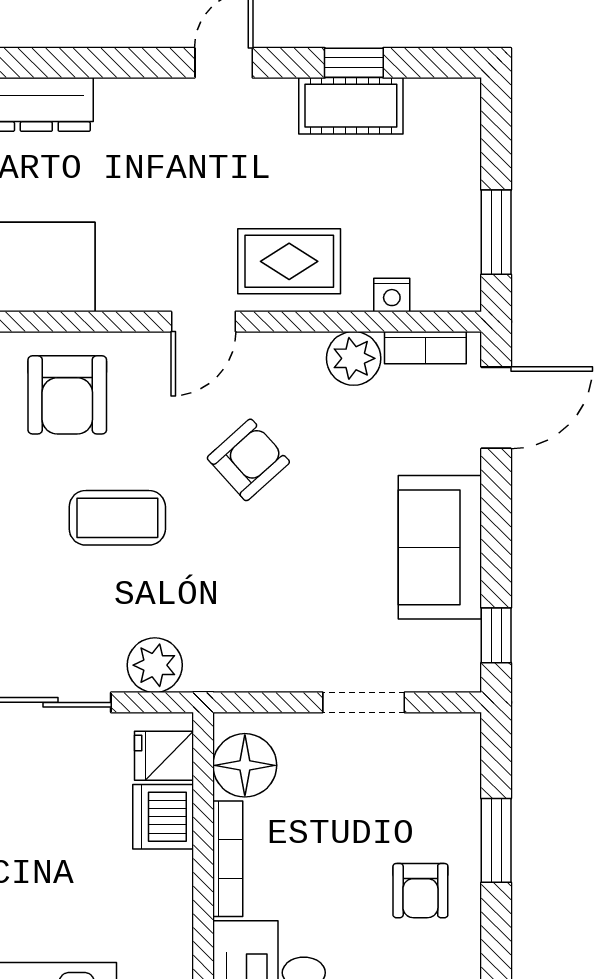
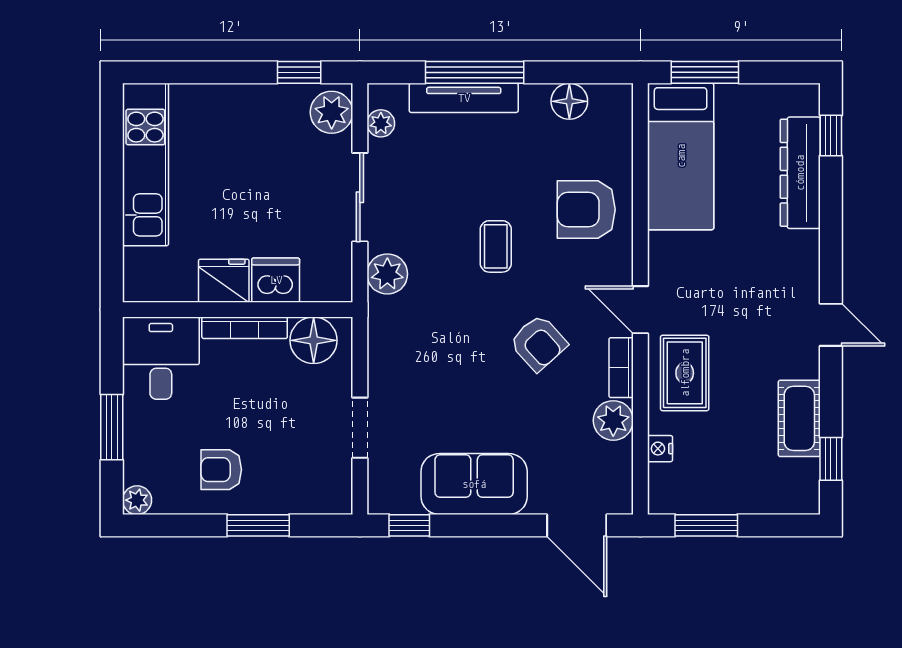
window: (354, 63) -> (831, 459), moved
bookcase: (425, 348) -> (621, 368), moved
coffee table: (117, 518) -> (496, 246), width x0.73, depth x0.77
fridge: (164, 756) -> (224, 281), moved, width x1.38

